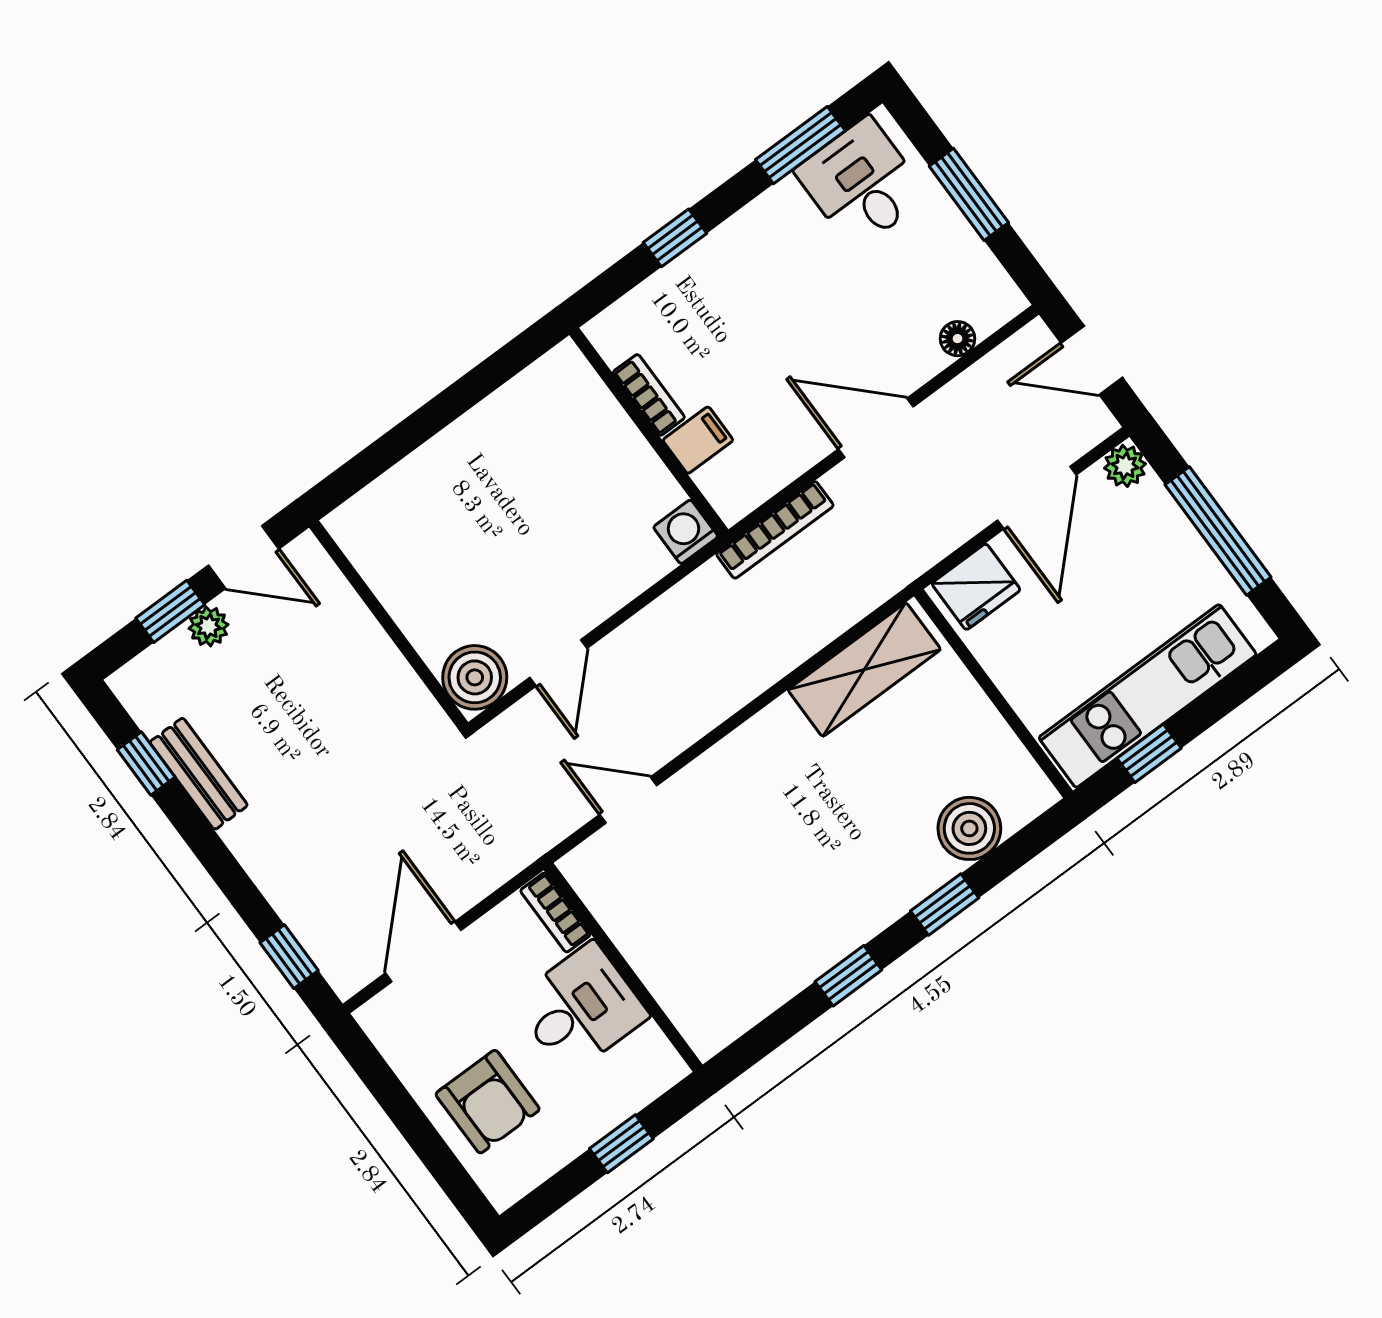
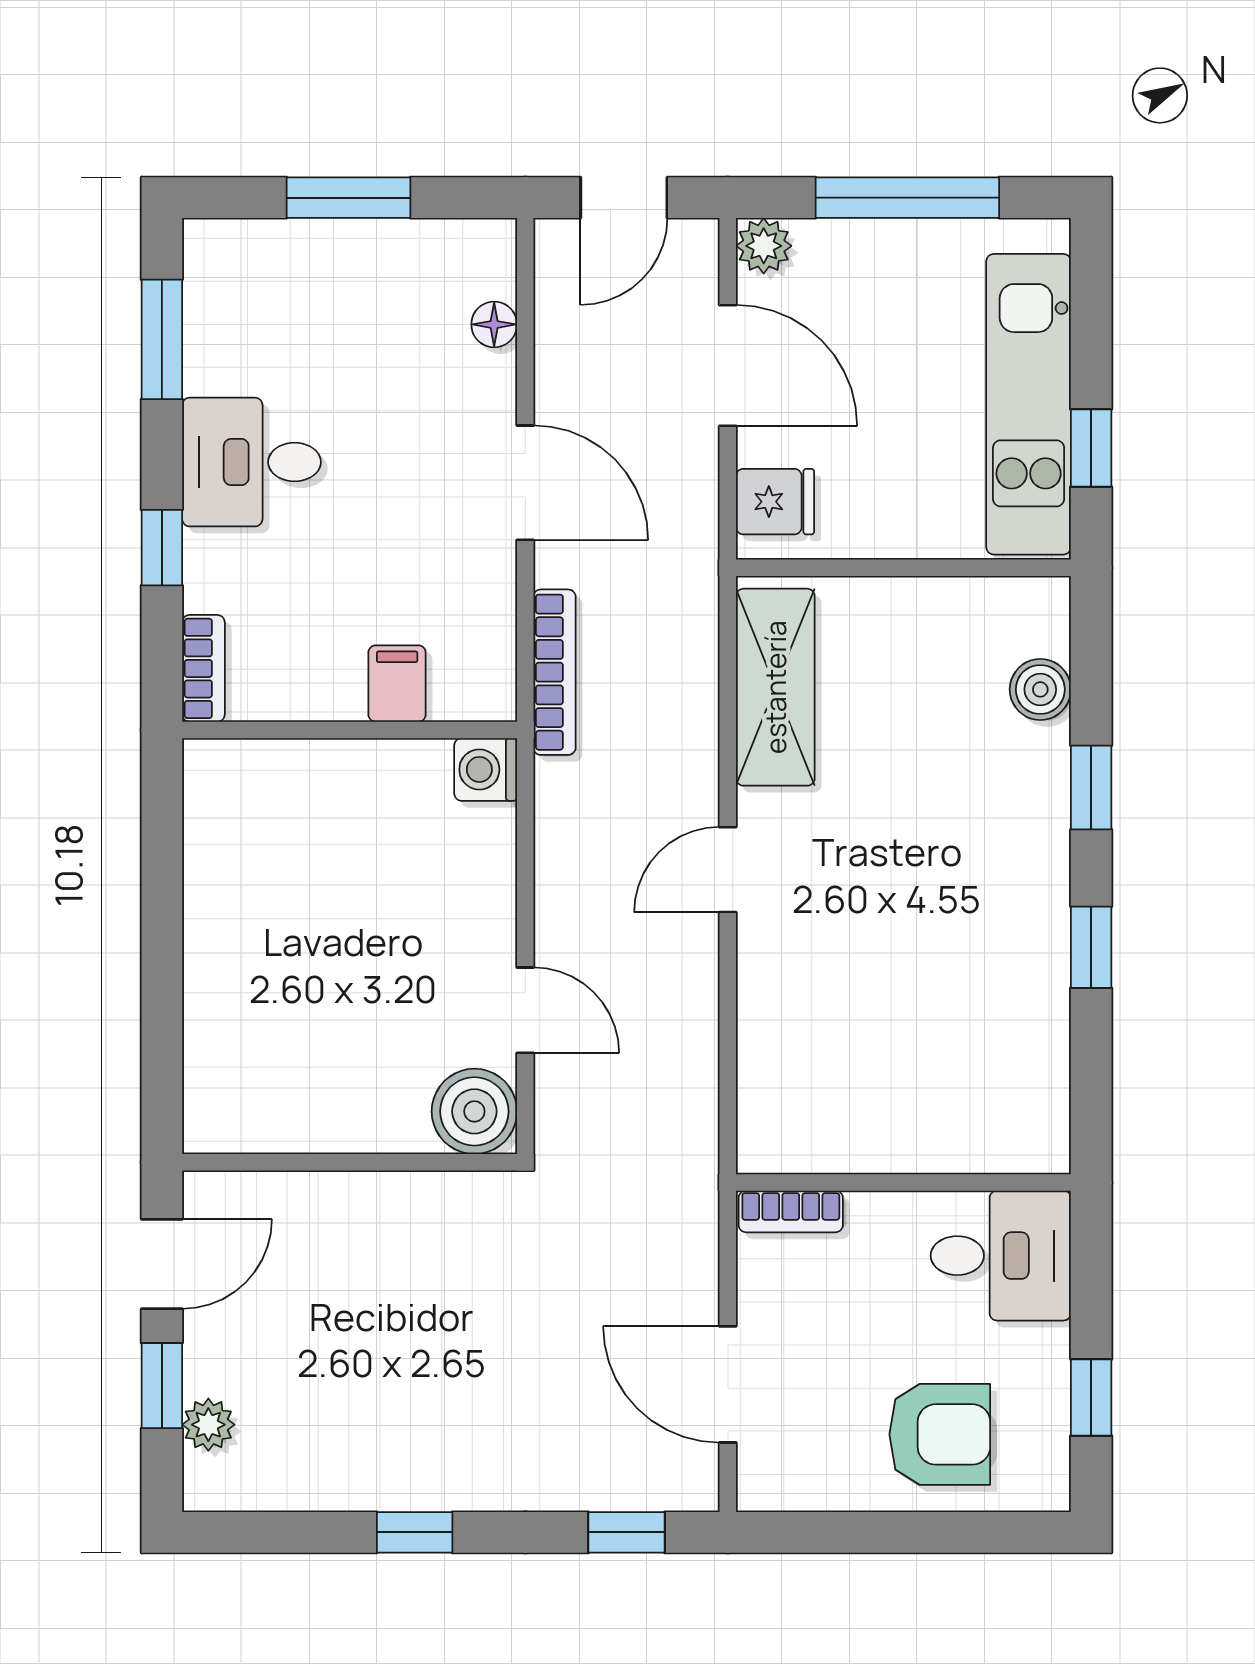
desk: (862, 183) -> (251, 462), moved
bookcase: (649, 395) -> (203, 668), moved, turned 90
door: (876, 428) -> (525, 483), swing flipped
fridge: (976, 587) -> (775, 502), width x0.72
plant: (208, 626) -> (208, 1425), moved
window: (146, 763) -> (415, 1532), moved
bench: (199, 774) -> (359, 1484), removed
door: (628, 800) -> (728, 870), moved
boiler: (969, 828) -> (1040, 689), width x0.73, depth x0.73
desk: (580, 1008) -> (1001, 1256), moved, turned 90
window: (621, 1144) -> (1091, 1398), moved

